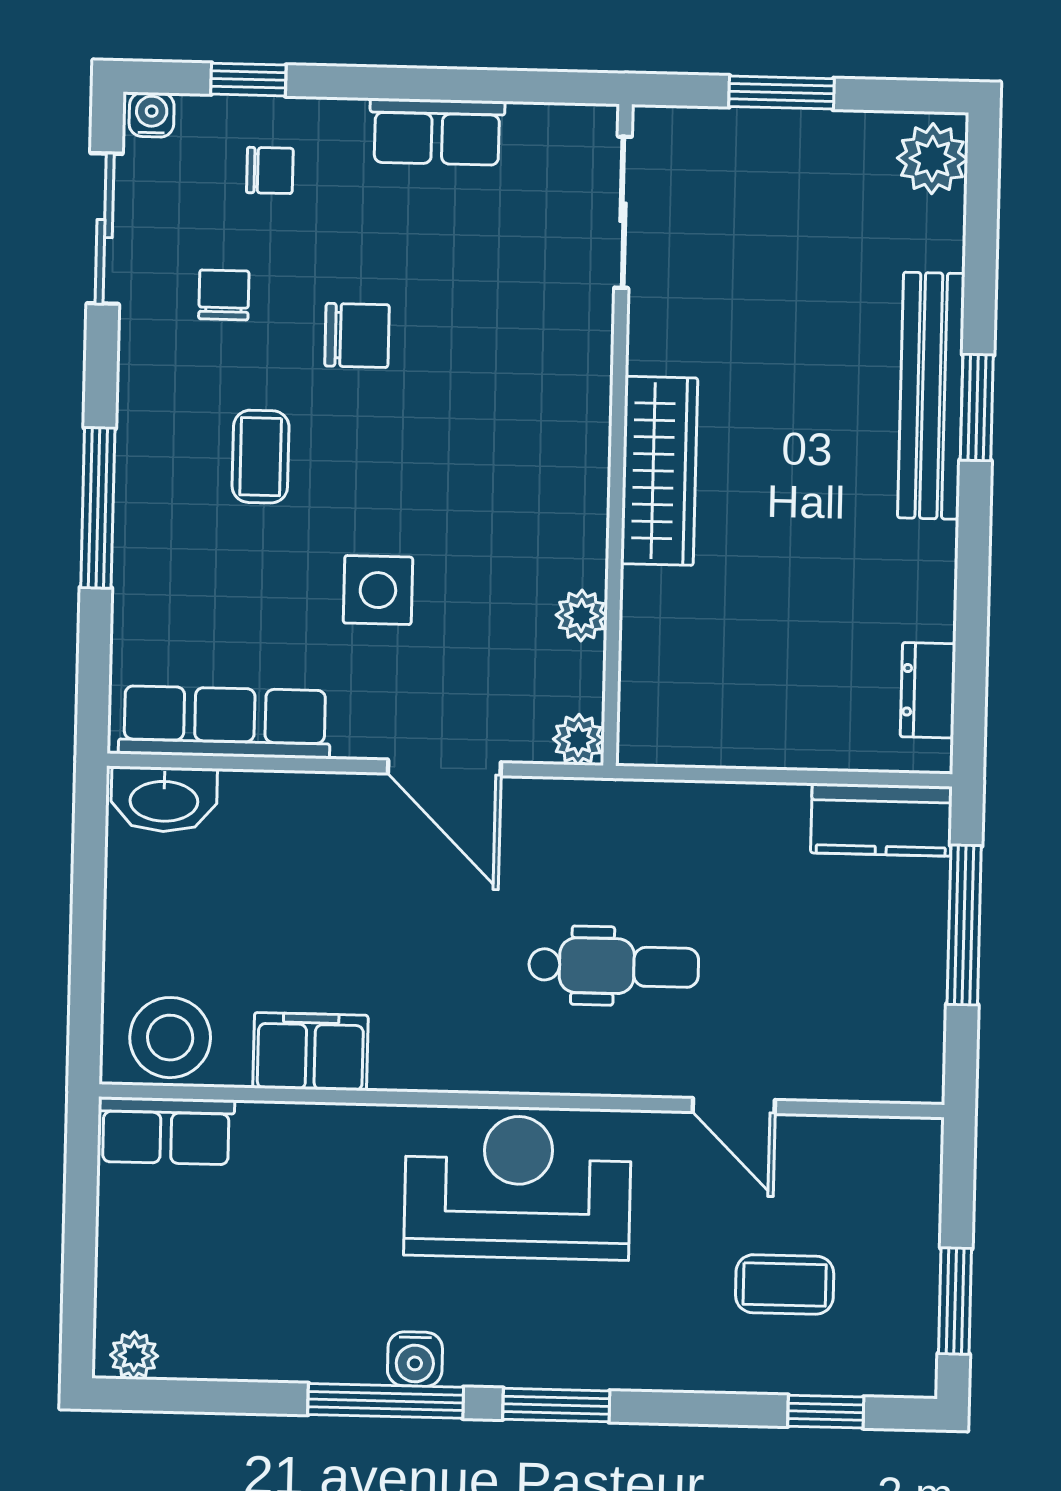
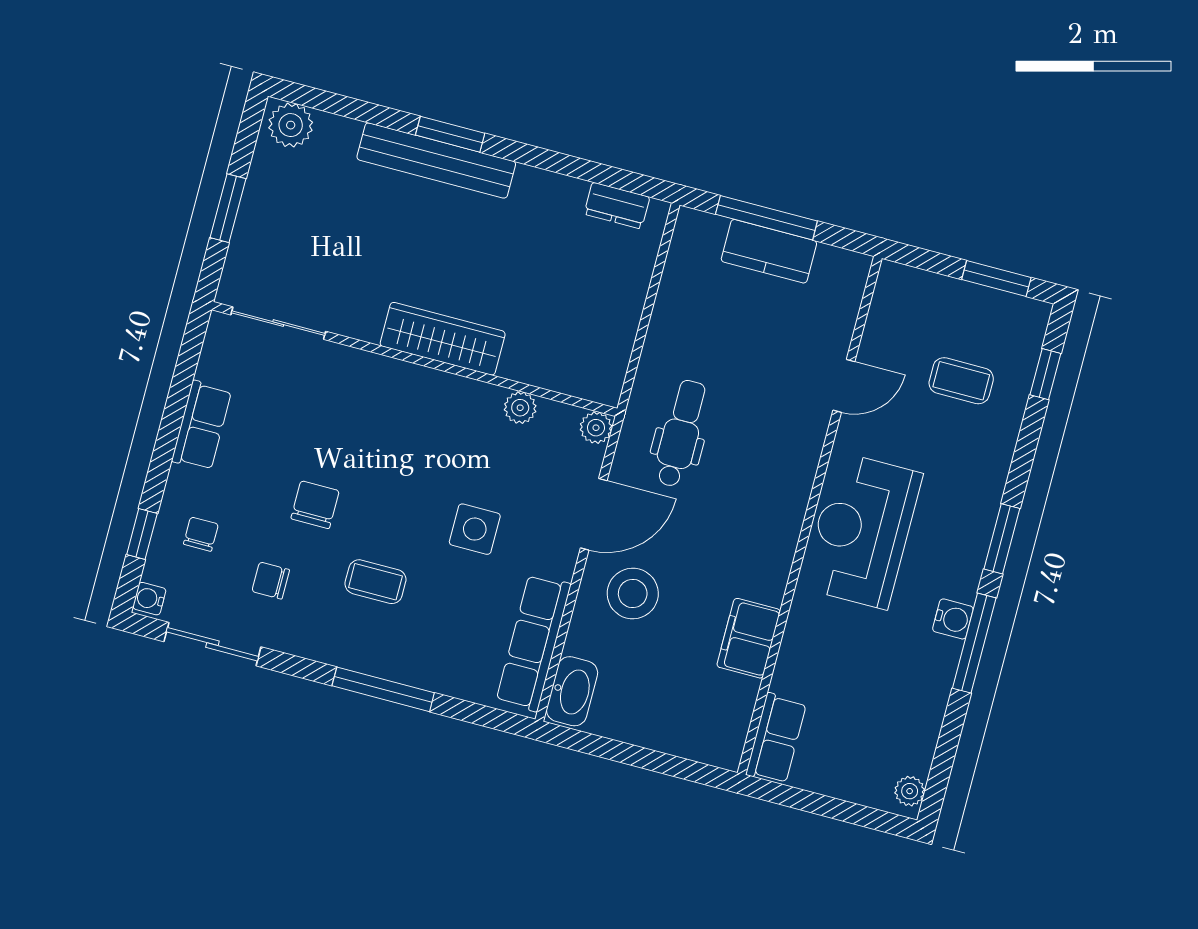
kitchen counter: (881, 820) -> (769, 251), moved, turned 90
dental chair: (614, 966) -> (681, 433), moved
stool: (170, 1038) -> (633, 594), moved
coffee table: (785, 1284) -> (961, 381), turned 90

